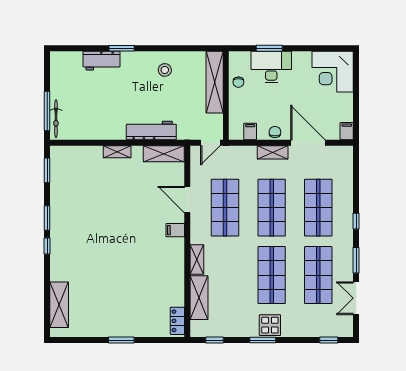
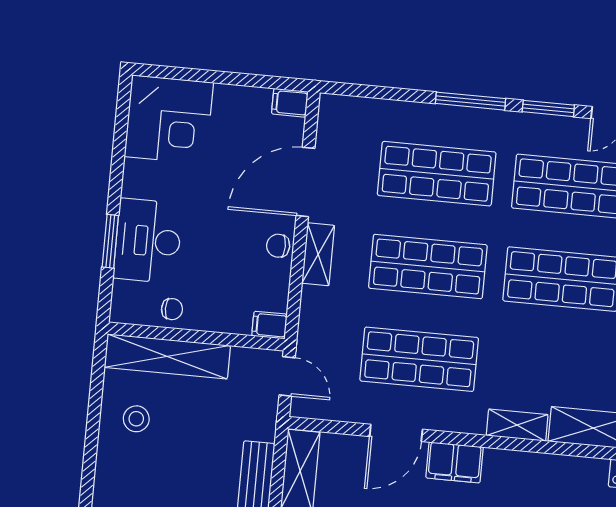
stool: (165, 70) -> (136, 419), moved
filing cabinet: (250, 131) -> (269, 325), moved
window: (356, 221) -> (471, 101), width x2.17
filing cabinet: (175, 230) -> (455, 462), width x2.00

